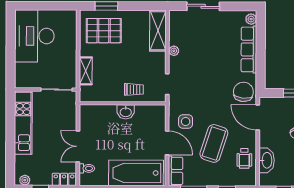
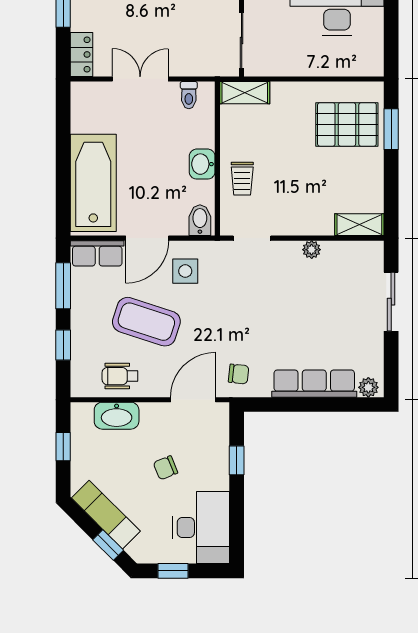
pallet: (104, 31) -> (347, 124), turned 90
shelving: (158, 31) -> (359, 225), width x0.67, depth x0.75
shelving: (86, 71) -> (245, 93), moved
chair: (243, 92) -> (239, 374), width x0.54, depth x0.54
bidet: (157, 113) -> (200, 220), added
toilet: (87, 168) -> (189, 95), moved

